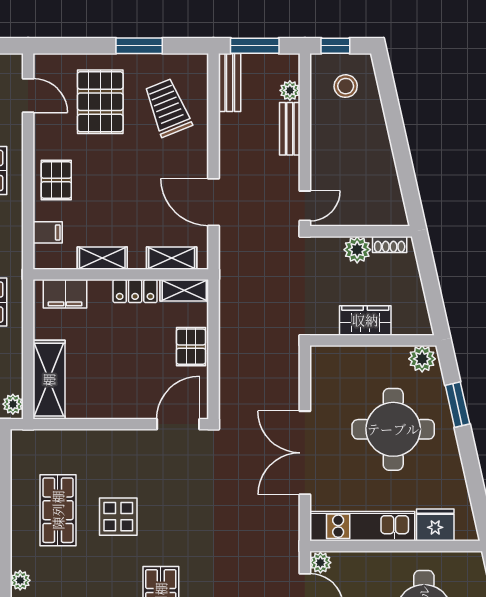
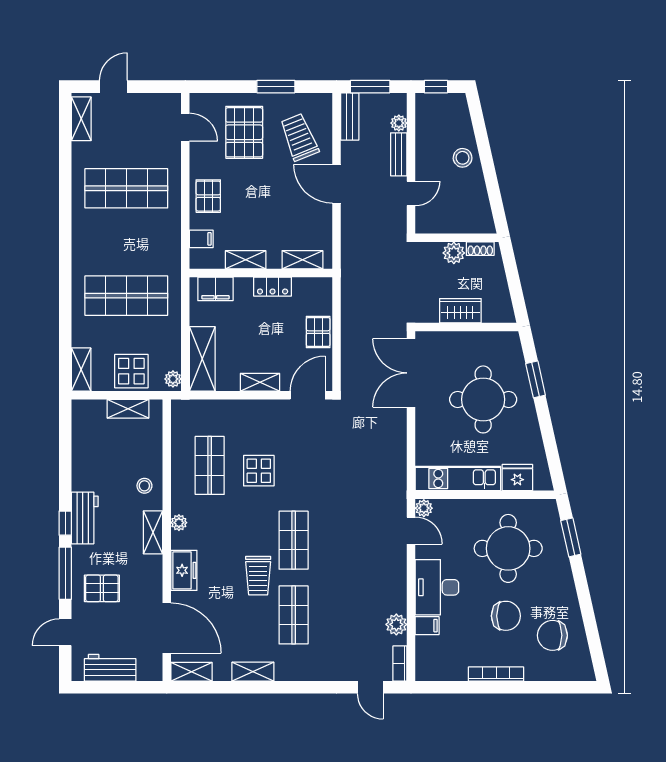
stool: (346, 86) -> (463, 158), moved
door: (213, 202) -> (337, 184), moved
door: (305, 206) -> (411, 193), moved
shelving: (184, 290) -> (260, 382), moved
plant: (422, 359) -> (507, 342), removed
double door: (305, 453) -> (411, 373), moved

